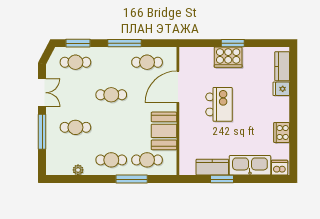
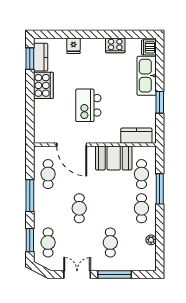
window: (233, 43) -> (30, 59), moved
cooker: (228, 57) -> (43, 85), moved
kitchen counter: (282, 66) -> (41, 57), moved, turned -90
kitchen island: (219, 104) -> (88, 105), turned -90
kitchen counter: (212, 167) -> (136, 136), moved, turned 90

